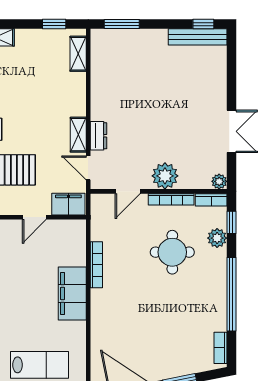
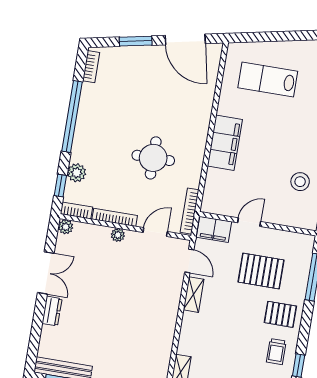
double door: (231, 131) -> (46, 273), swing flipped
dresser: (99, 136) -> (52, 311), moved, turned 180
plant: (165, 176) -> (118, 235), width x0.53, depth x0.53
round table: (172, 252) -> (153, 158), moved
bookcase: (96, 265) -> (190, 211), moved

